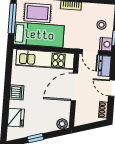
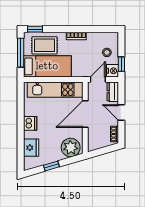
door: (90, 52) -> (98, 79), swing flipped
plant: (62, 124) -> (71, 147), width x1.88, depth x1.88

